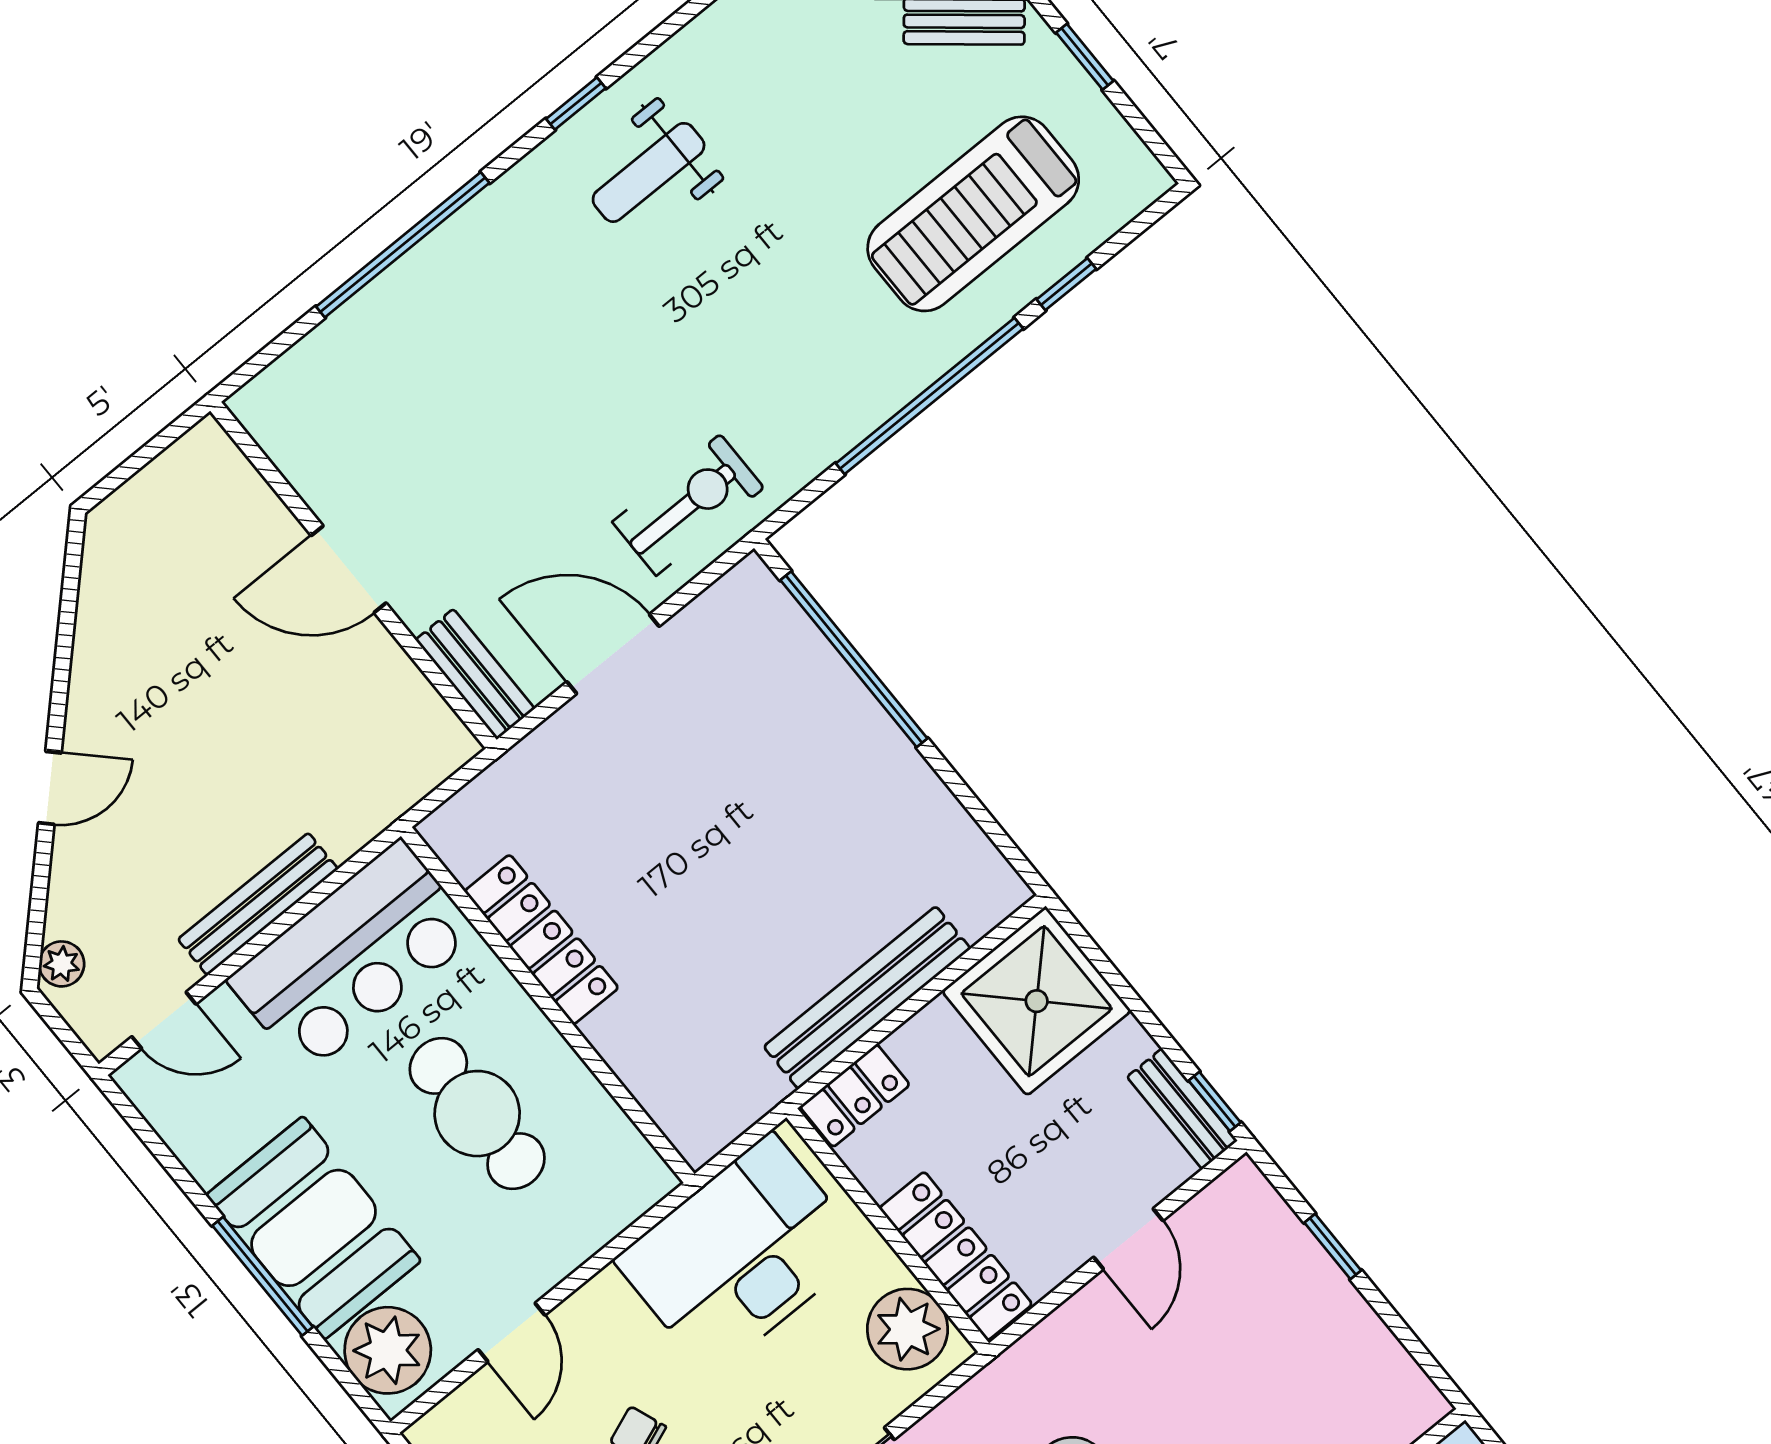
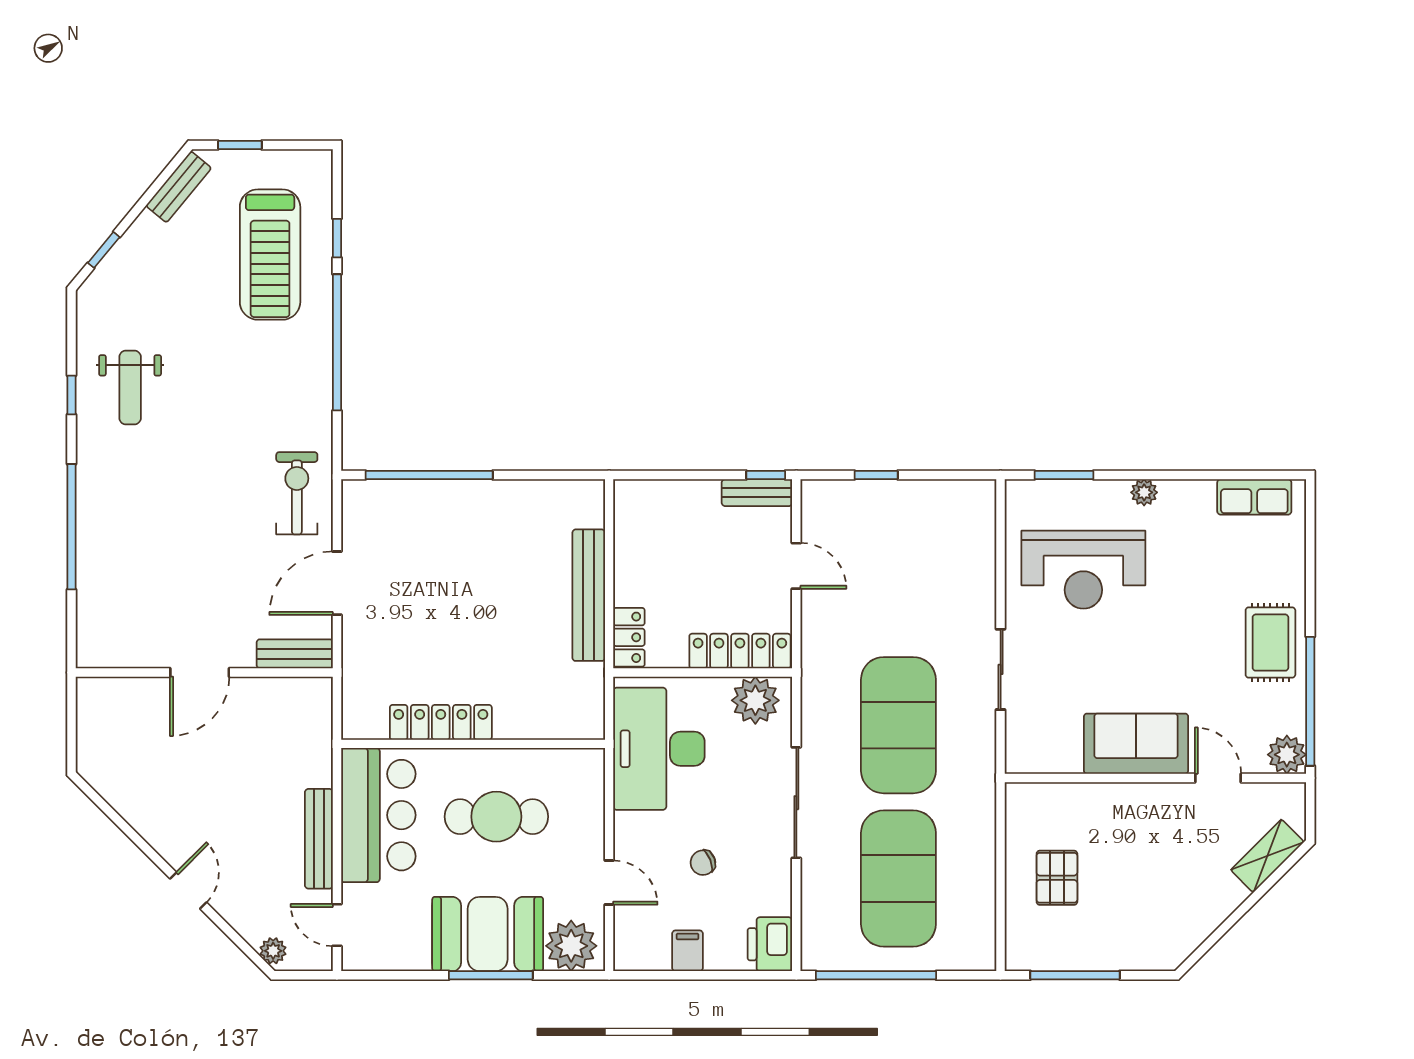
shower: (1037, 1001) -> (653, 519), removed
door: (164, 1020) -> (337, 925), swing flipped

